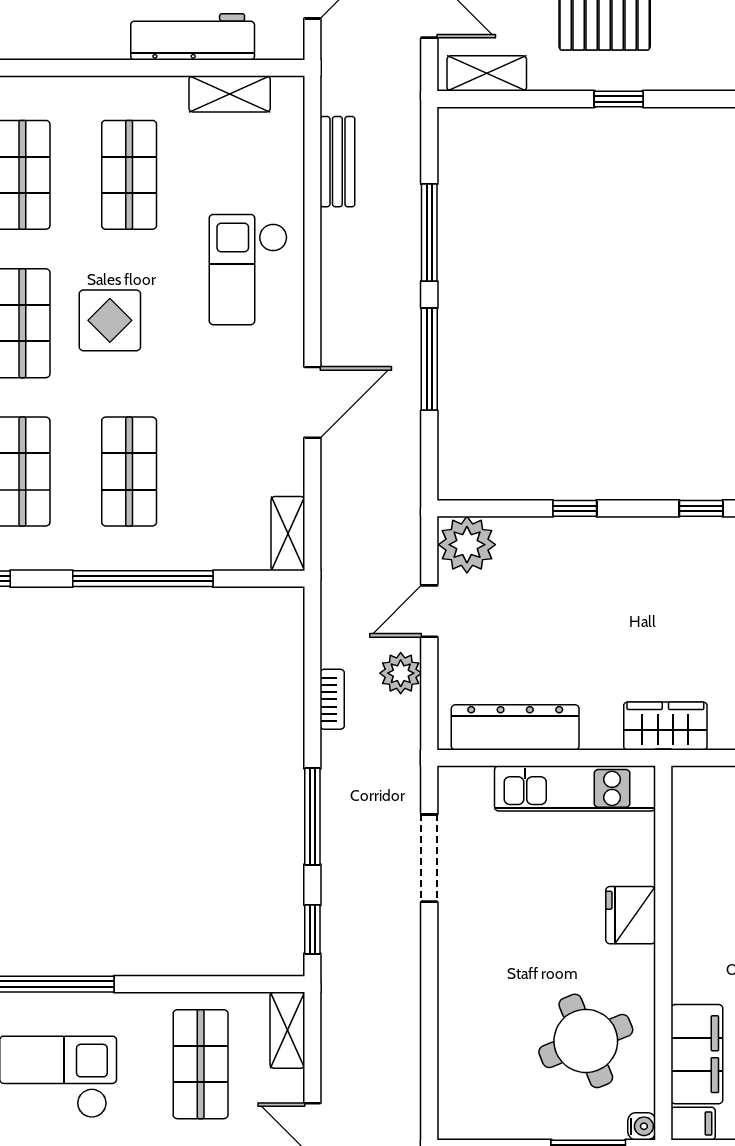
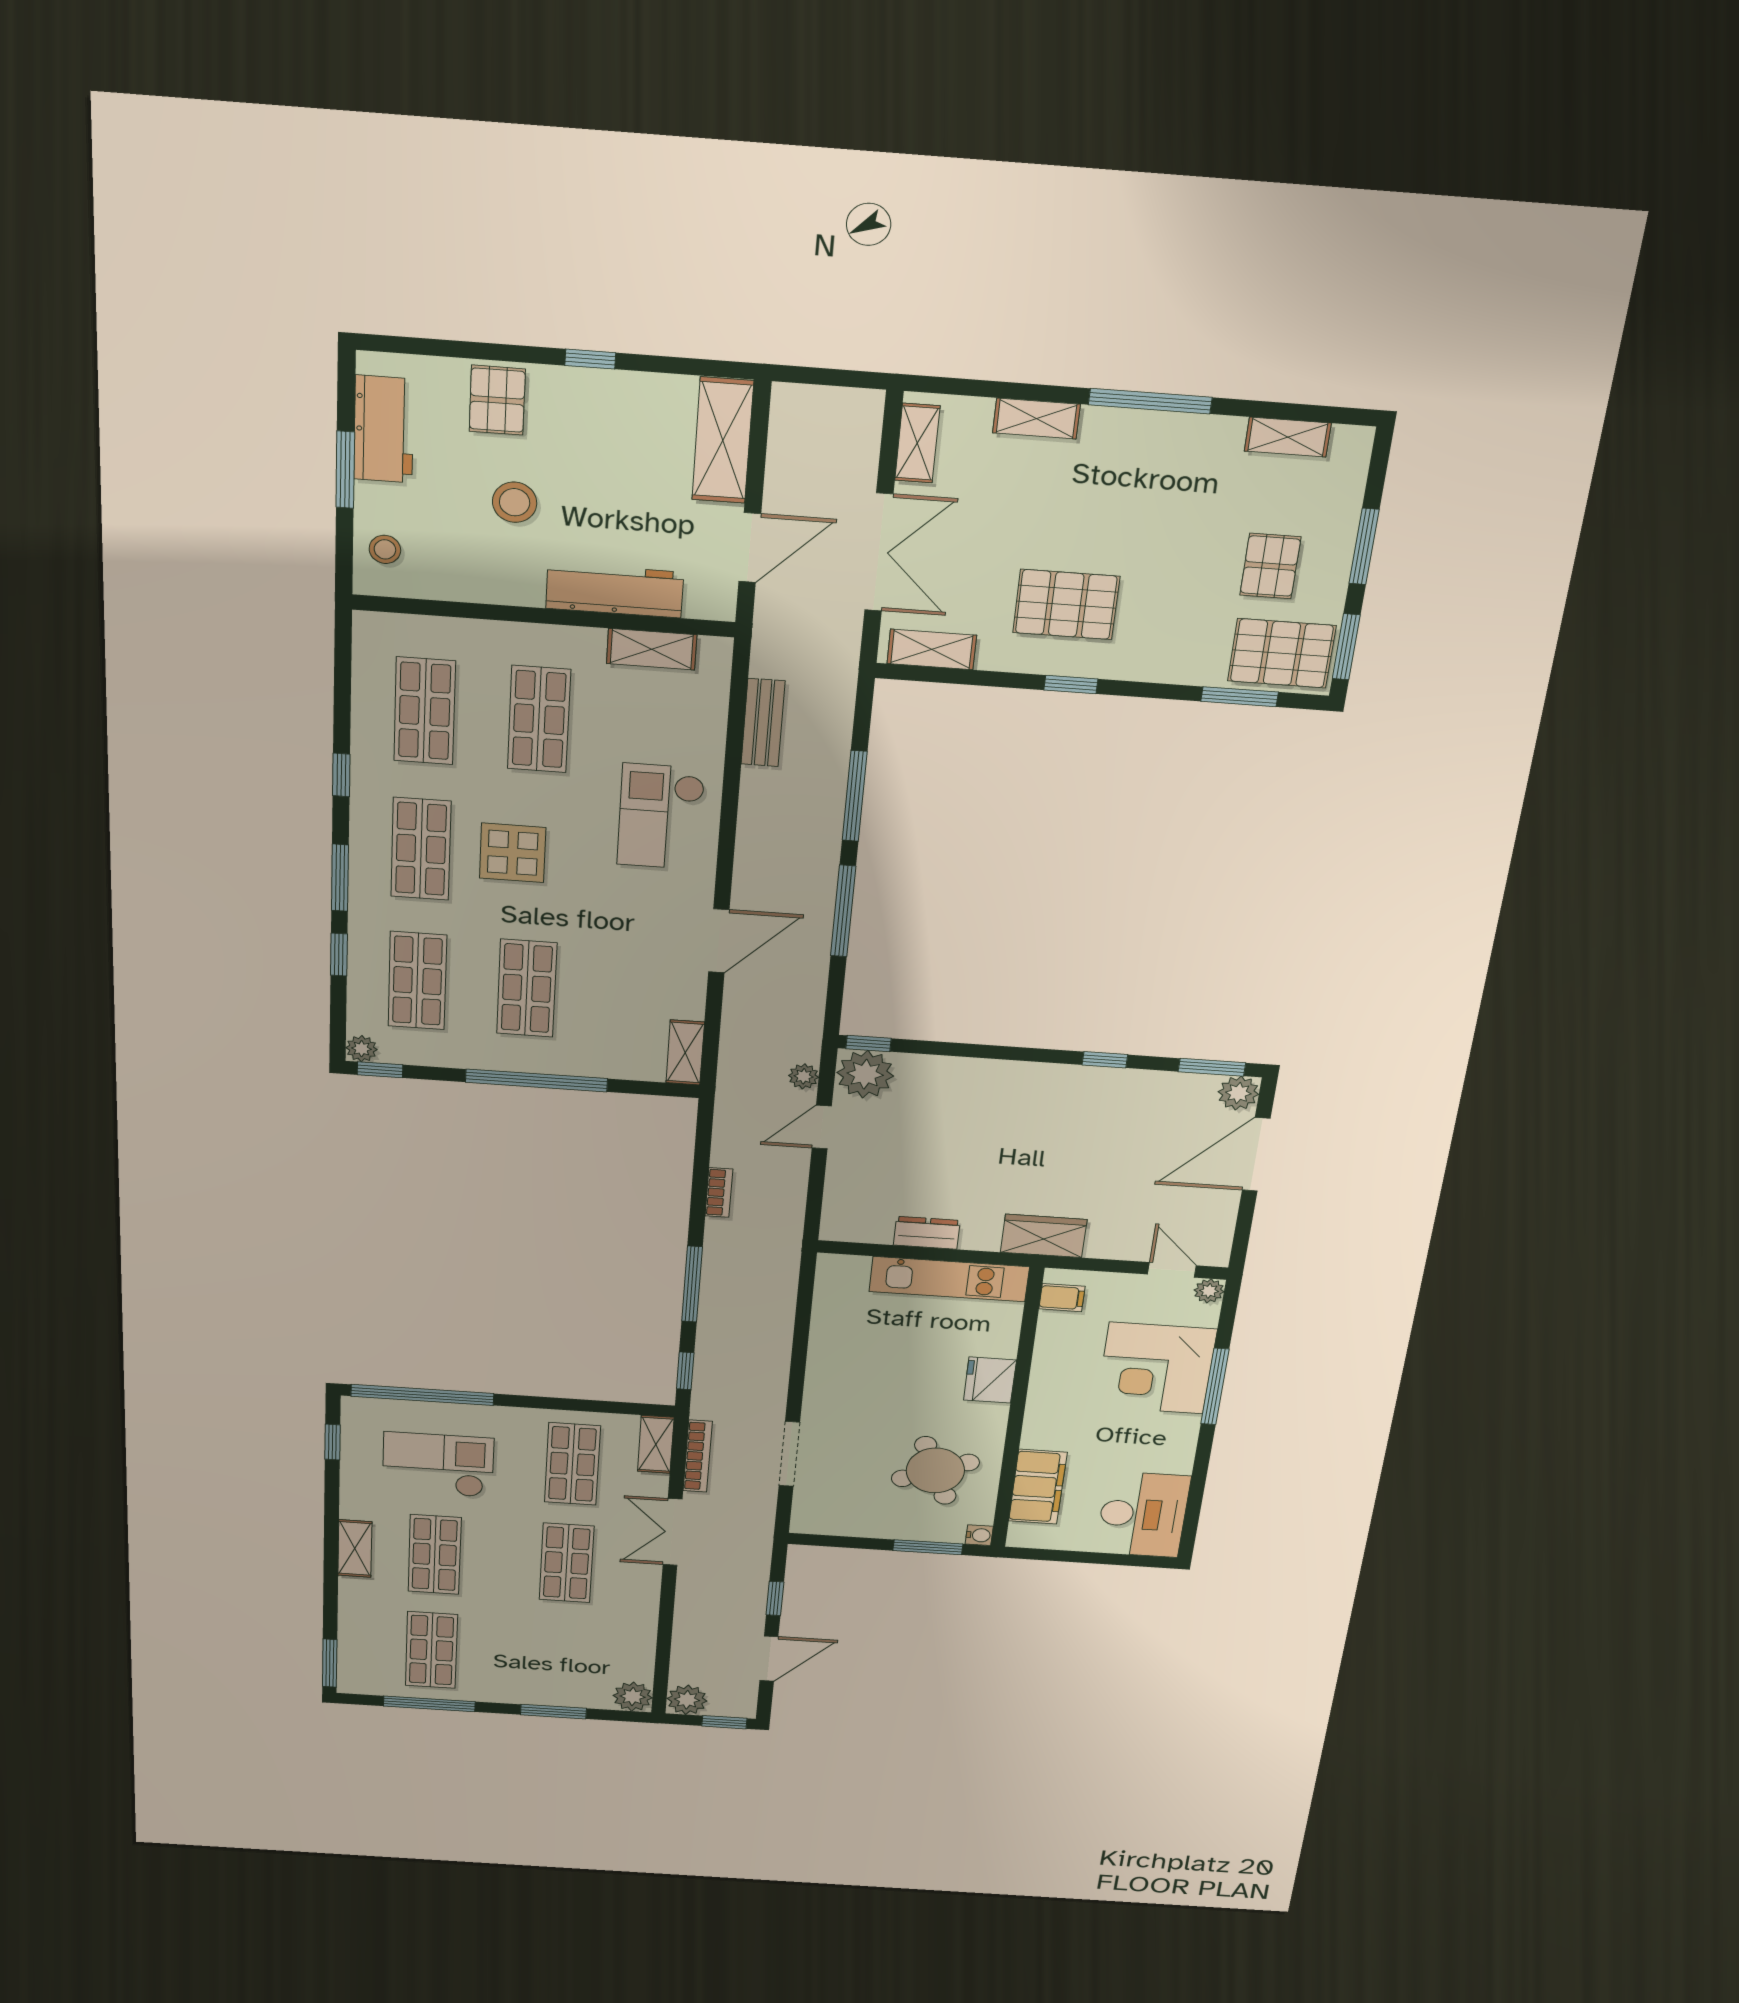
window: (575, 508) -> (868, 1044), moved
plant: (401, 673) -> (804, 1076), moved, width x0.73, depth x0.73
dresser: (515, 727) -> (927, 1233), width x0.51, depth x0.80
doorway: (429, 858) -> (789, 1454), moved
bookcase: (333, 1042) -> (698, 1456), added
filing cabinet: (693, 1124) -> (1062, 1298), moved

